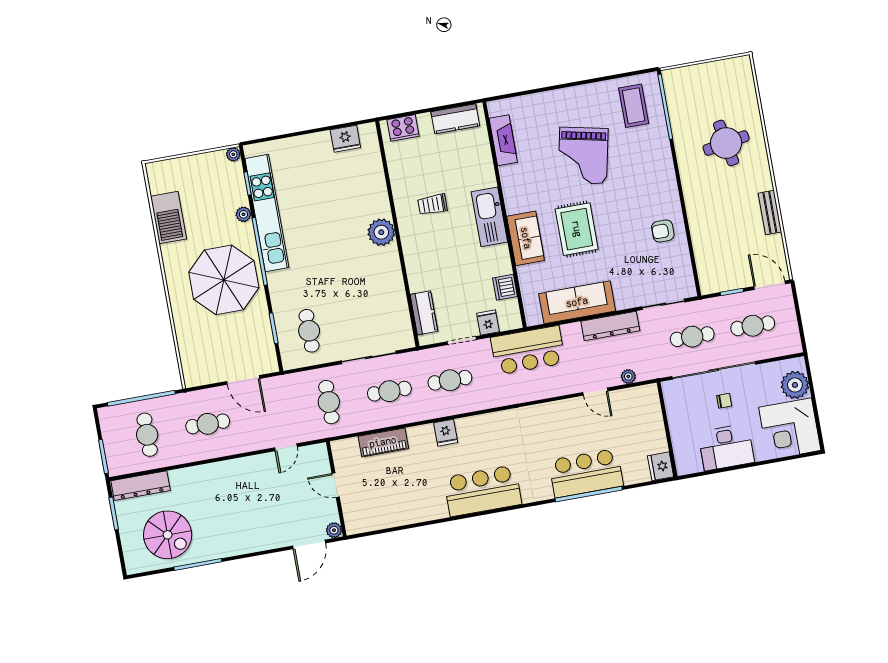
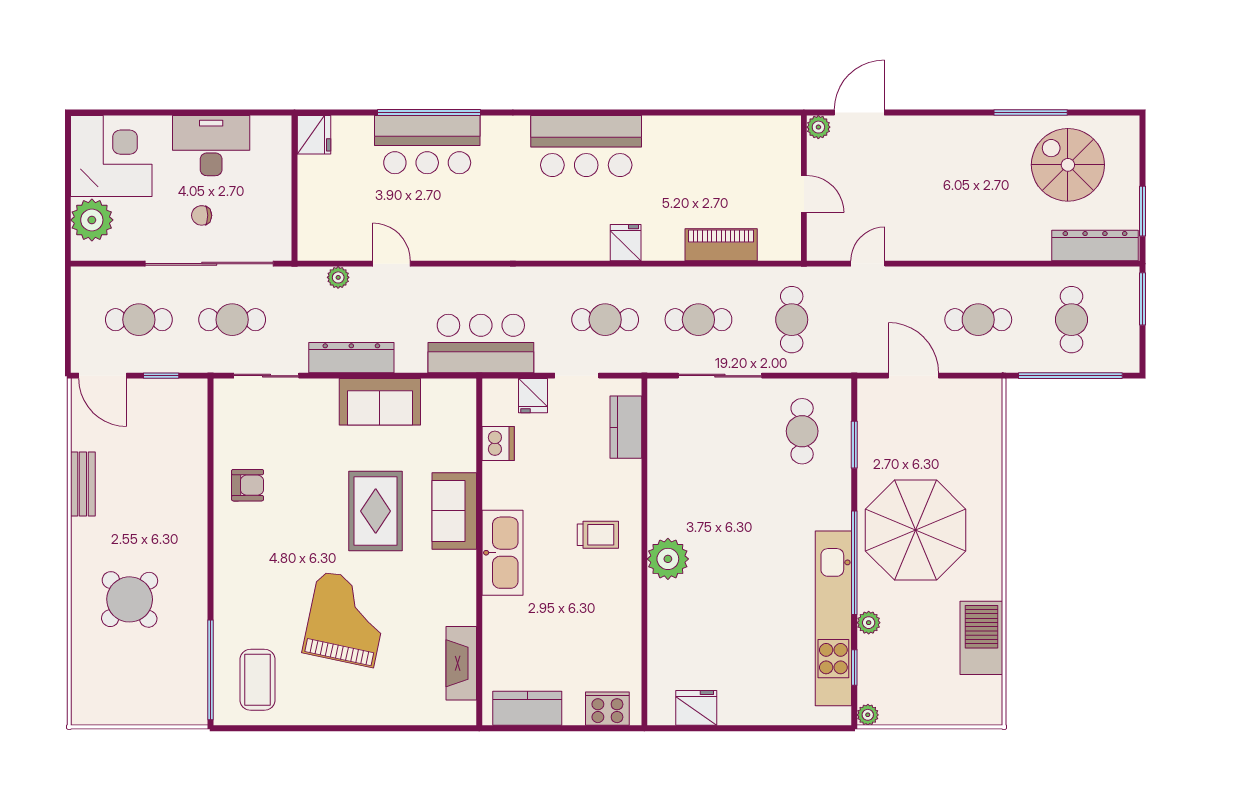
round table: (726, 143) -> (130, 599), turned -34
trolley: (432, 204) -> (598, 535), moved
sofa: (577, 302) -> (380, 402), width x0.73

